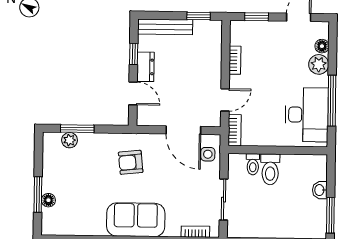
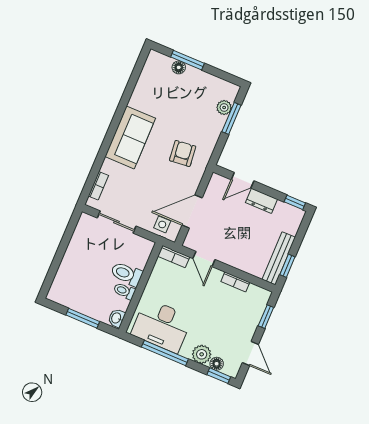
bench: (165, 27) -> (279, 258), moved
window: (333, 39) -> (219, 376), added
window: (134, 54) -> (295, 202), moved
toilet: (253, 164) -> (124, 291), moved
washbasin: (320, 190) -> (116, 318), moved, turned -90
window: (330, 215) -> (83, 318), moved

